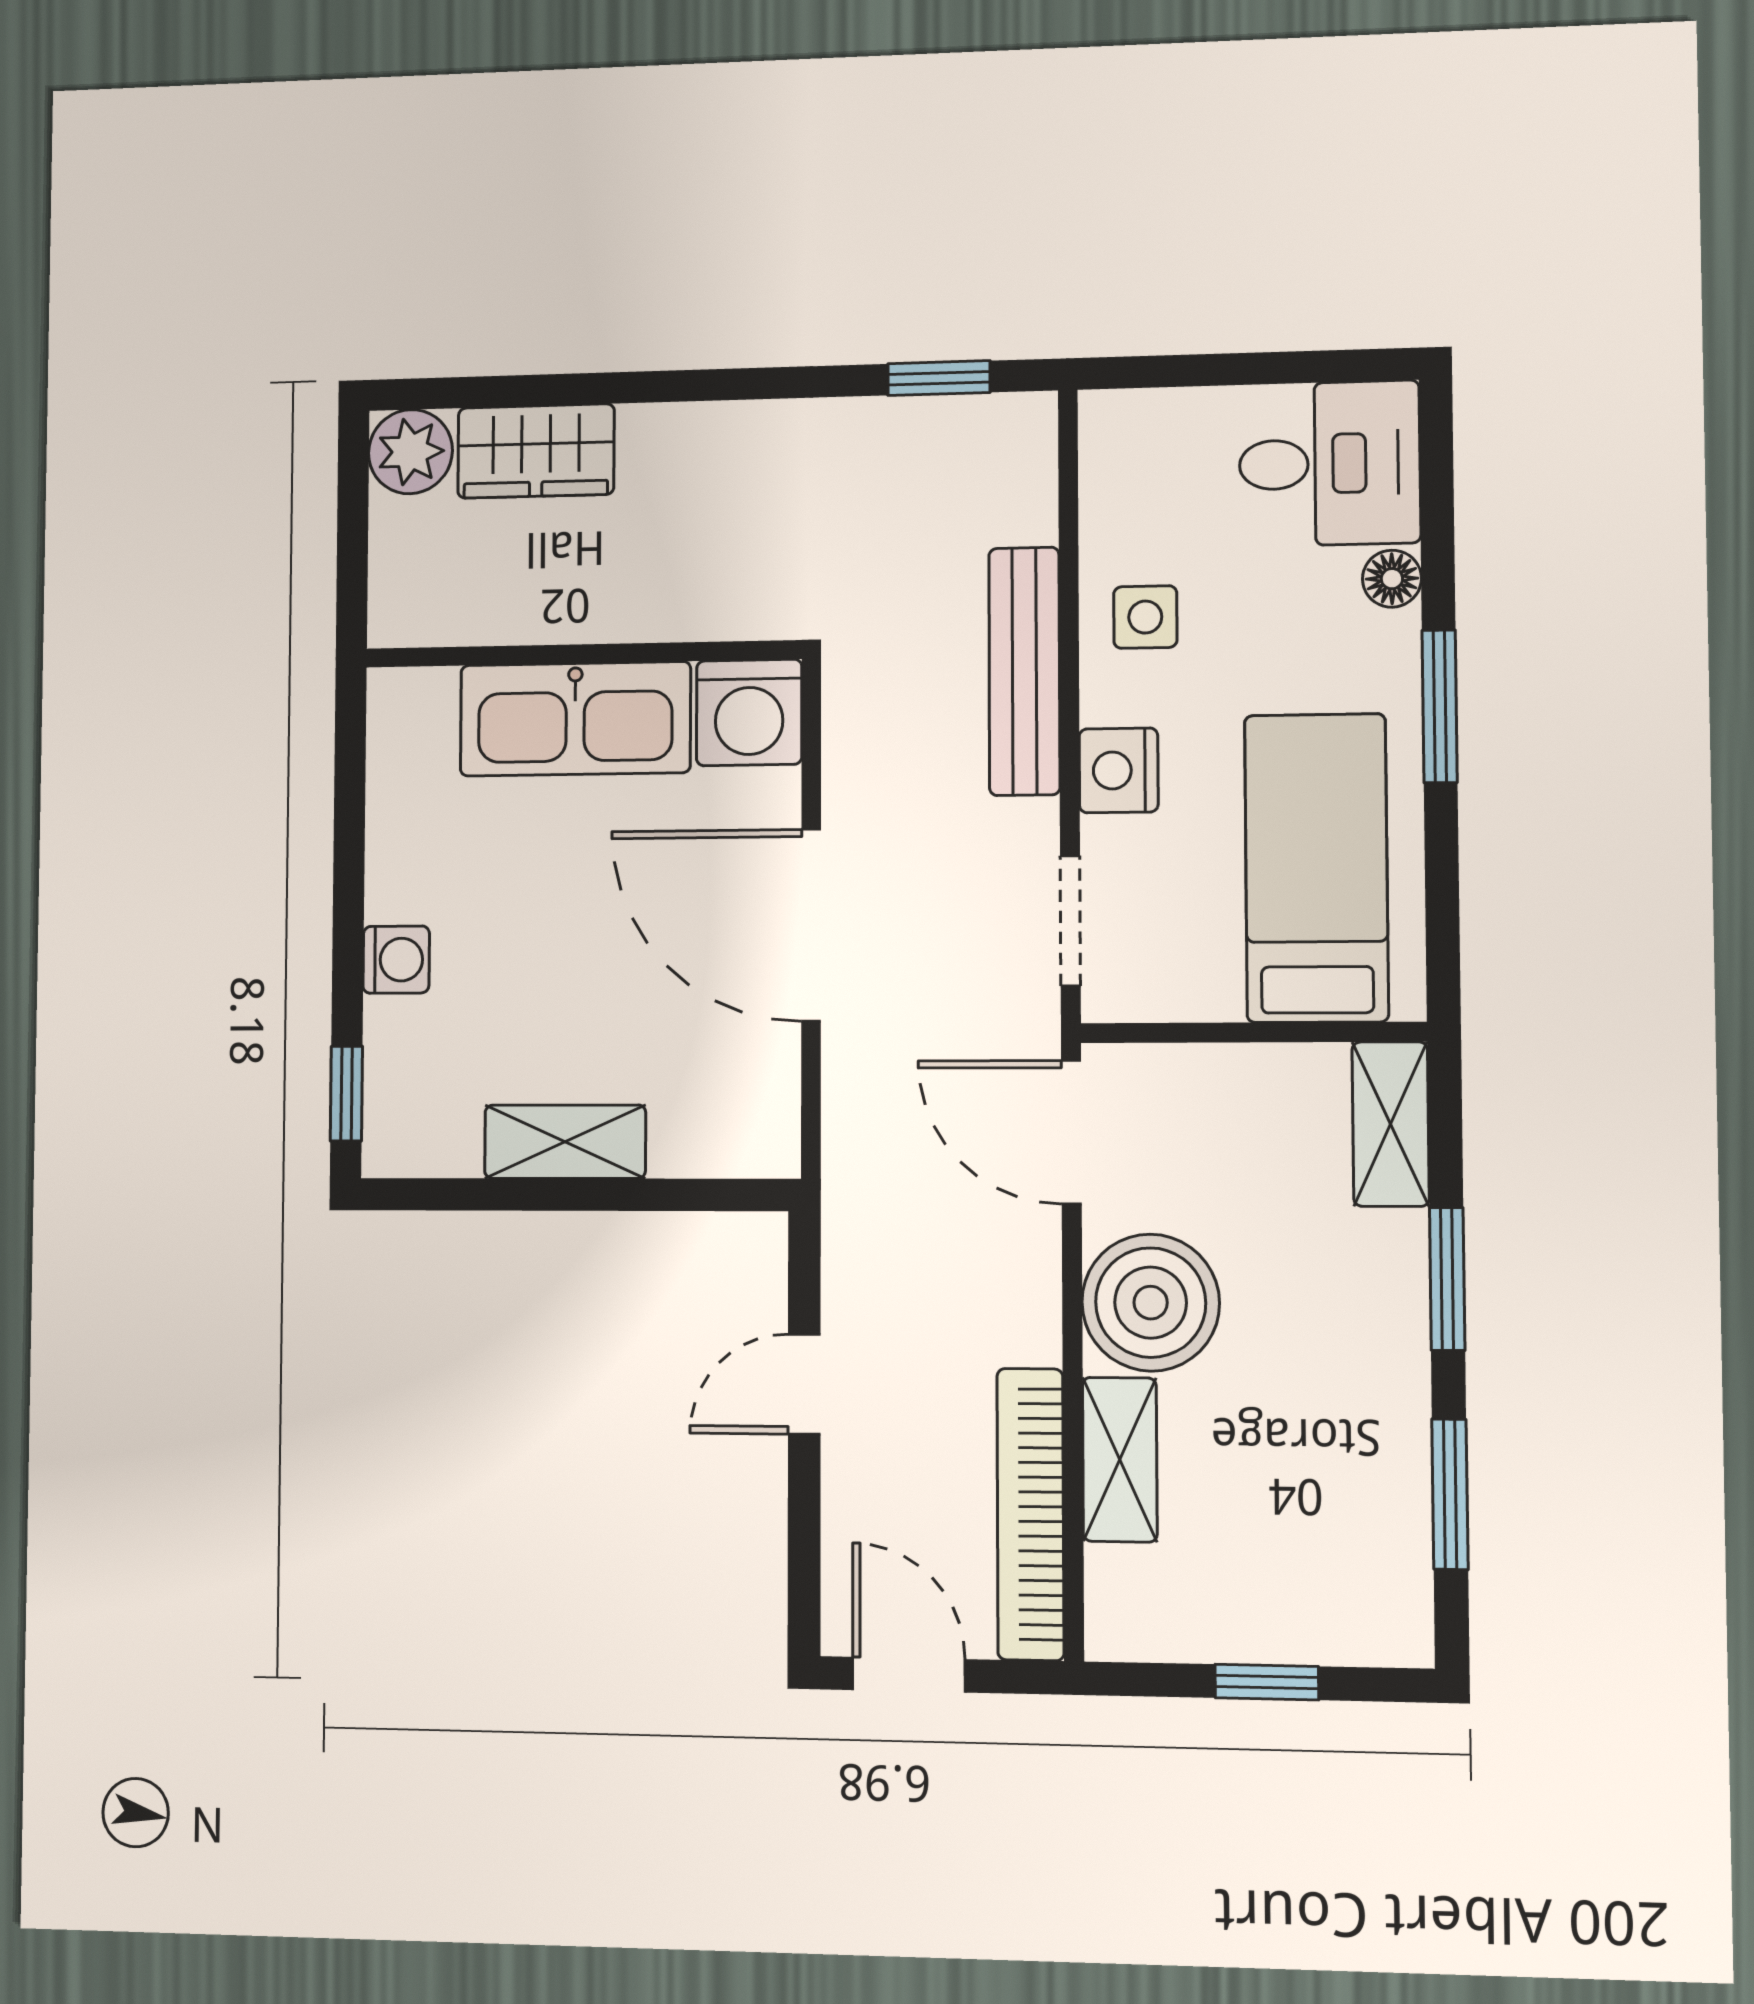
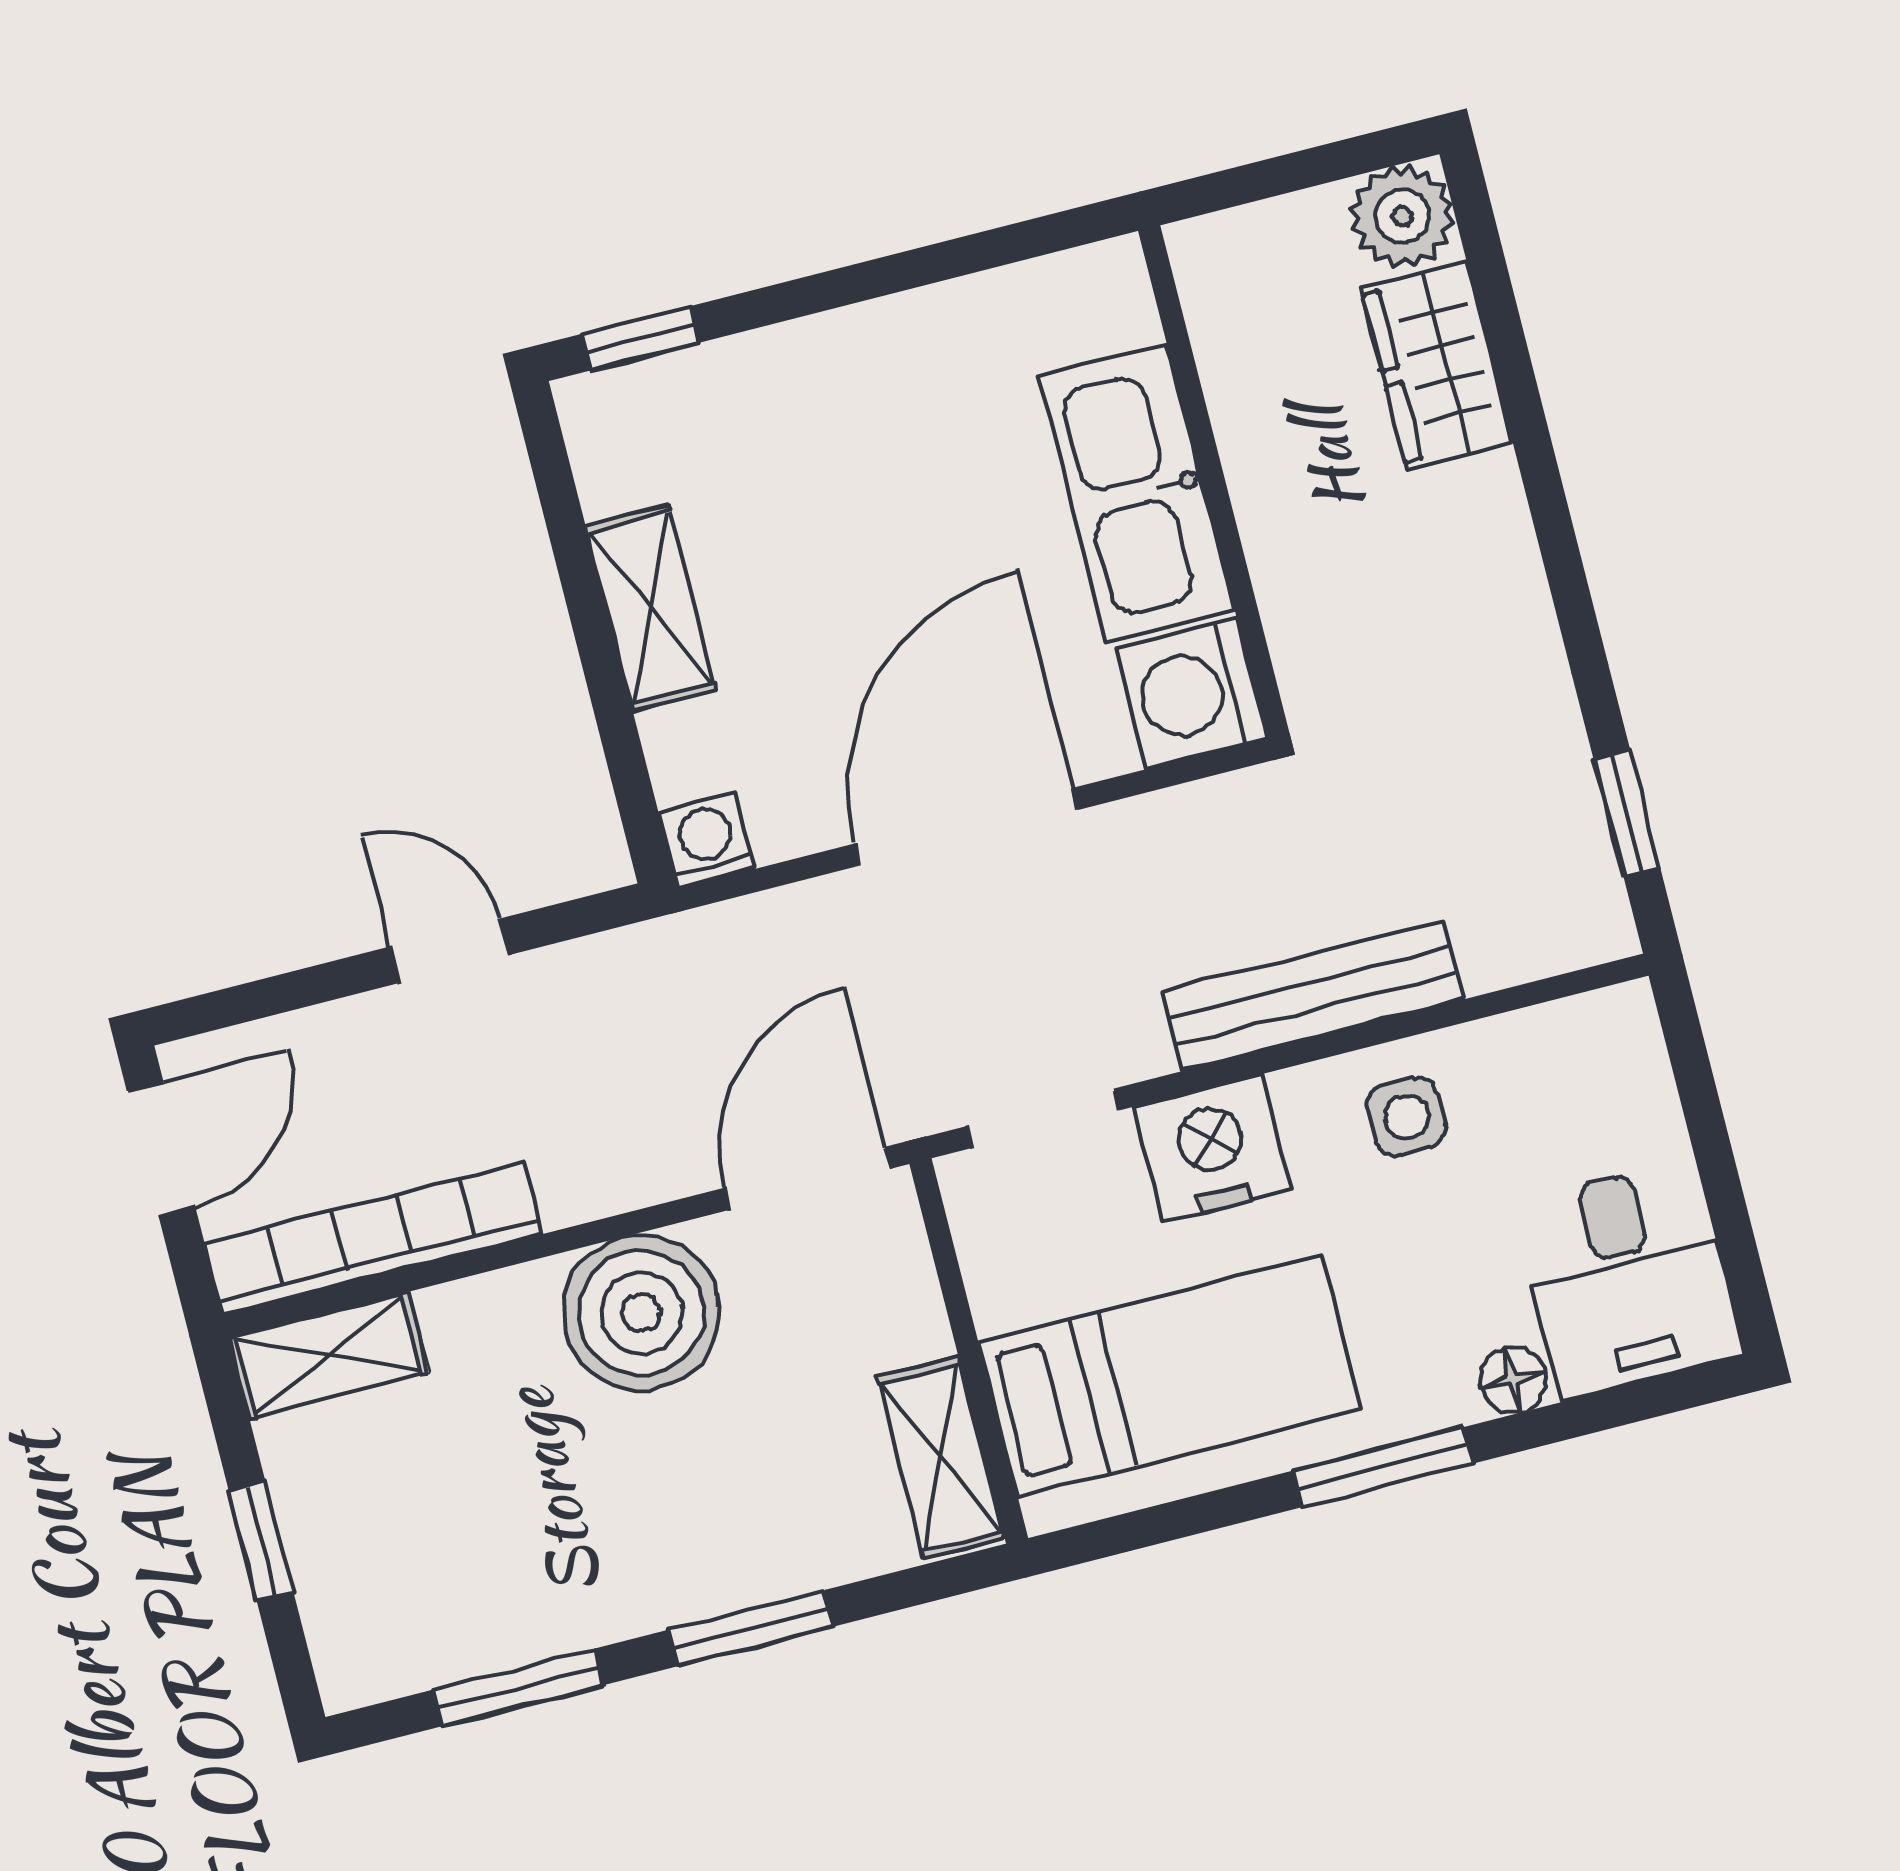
nightstand: (1119, 770) -> (1212, 1148), width x1.36, depth x1.33
washing machine: (396, 960) -> (707, 840), moved, turned 180
shelving: (1391, 1124) -> (941, 1457), moved, turned 90
shelving: (1120, 1460) -> (329, 1355), moved

